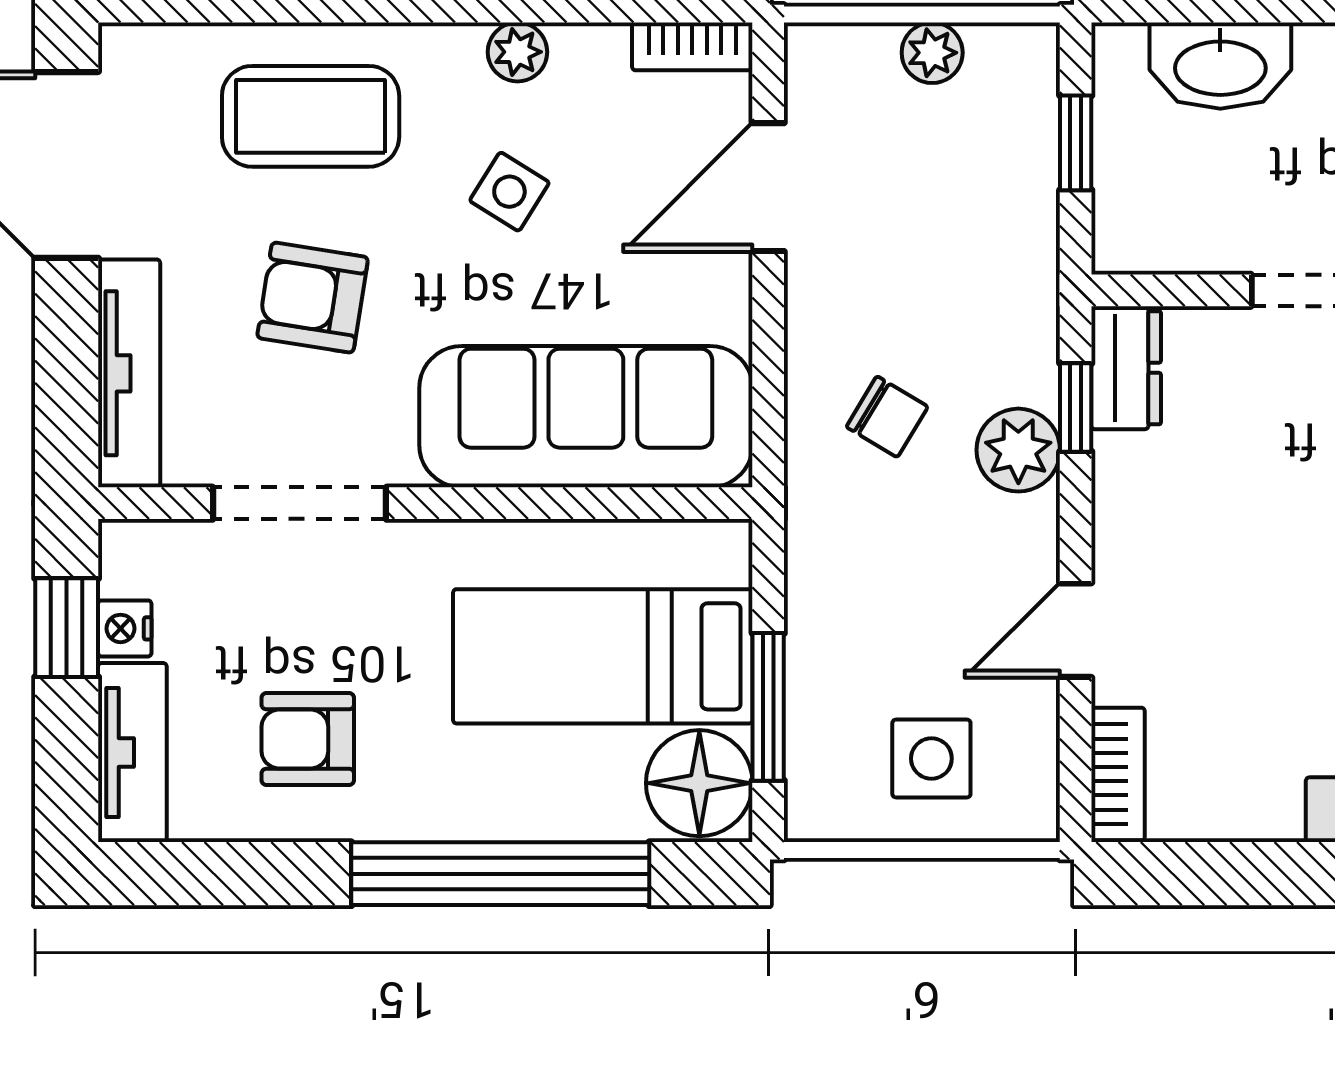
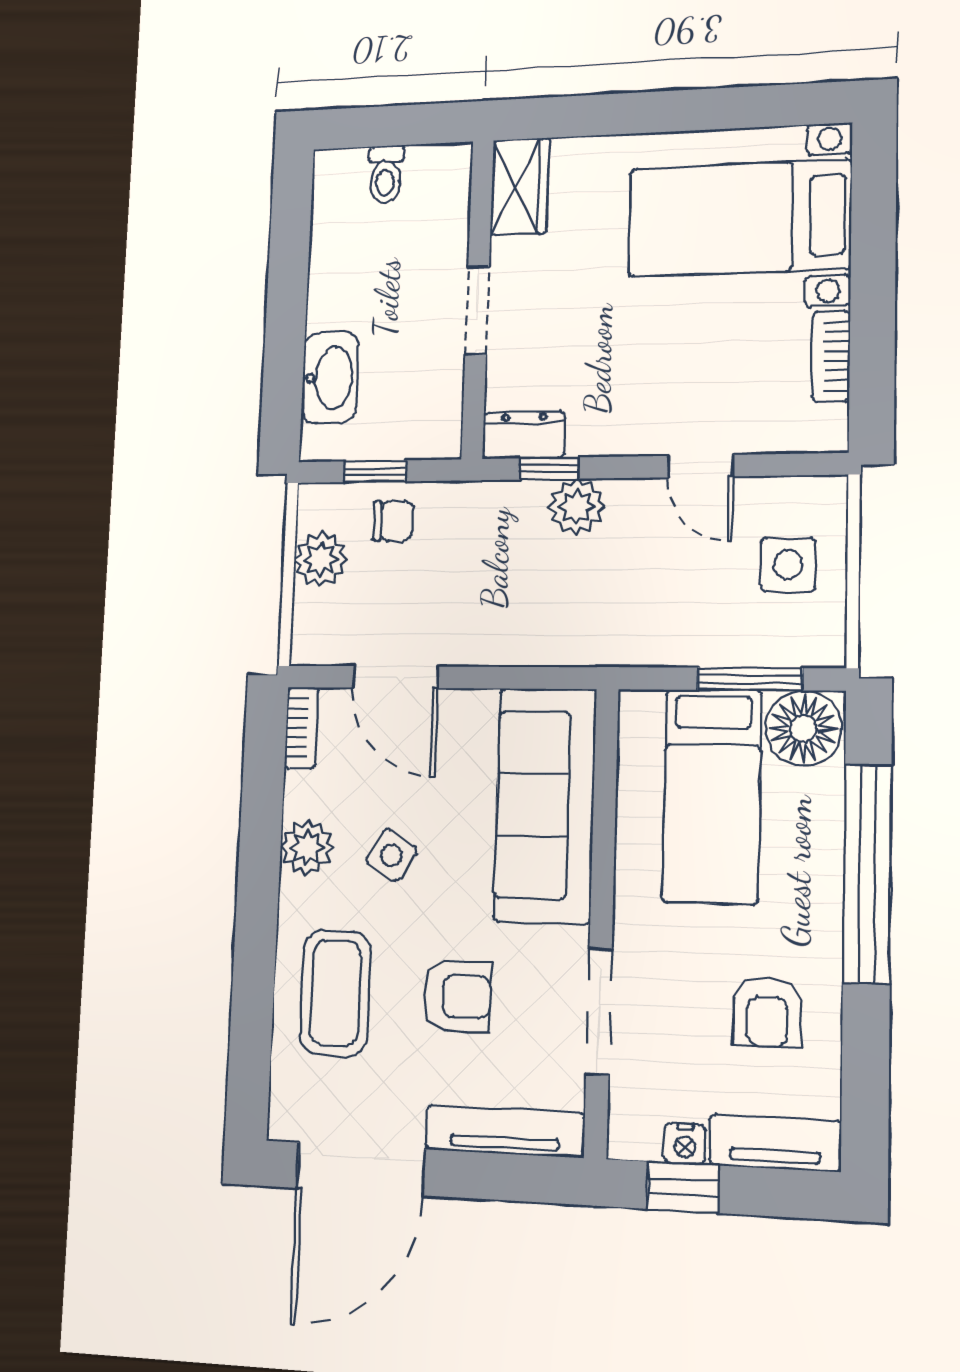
plant: (517, 52) -> (307, 848), width x1.38, depth x1.38
plant: (932, 53) -> (321, 559), width x1.38, depth x1.38
armchair: (313, 298) -> (457, 996), turned -99
chair: (887, 417) -> (393, 521), moved, turned 59
bookcase: (1118, 774) -> (831, 356), moved, turned -90

